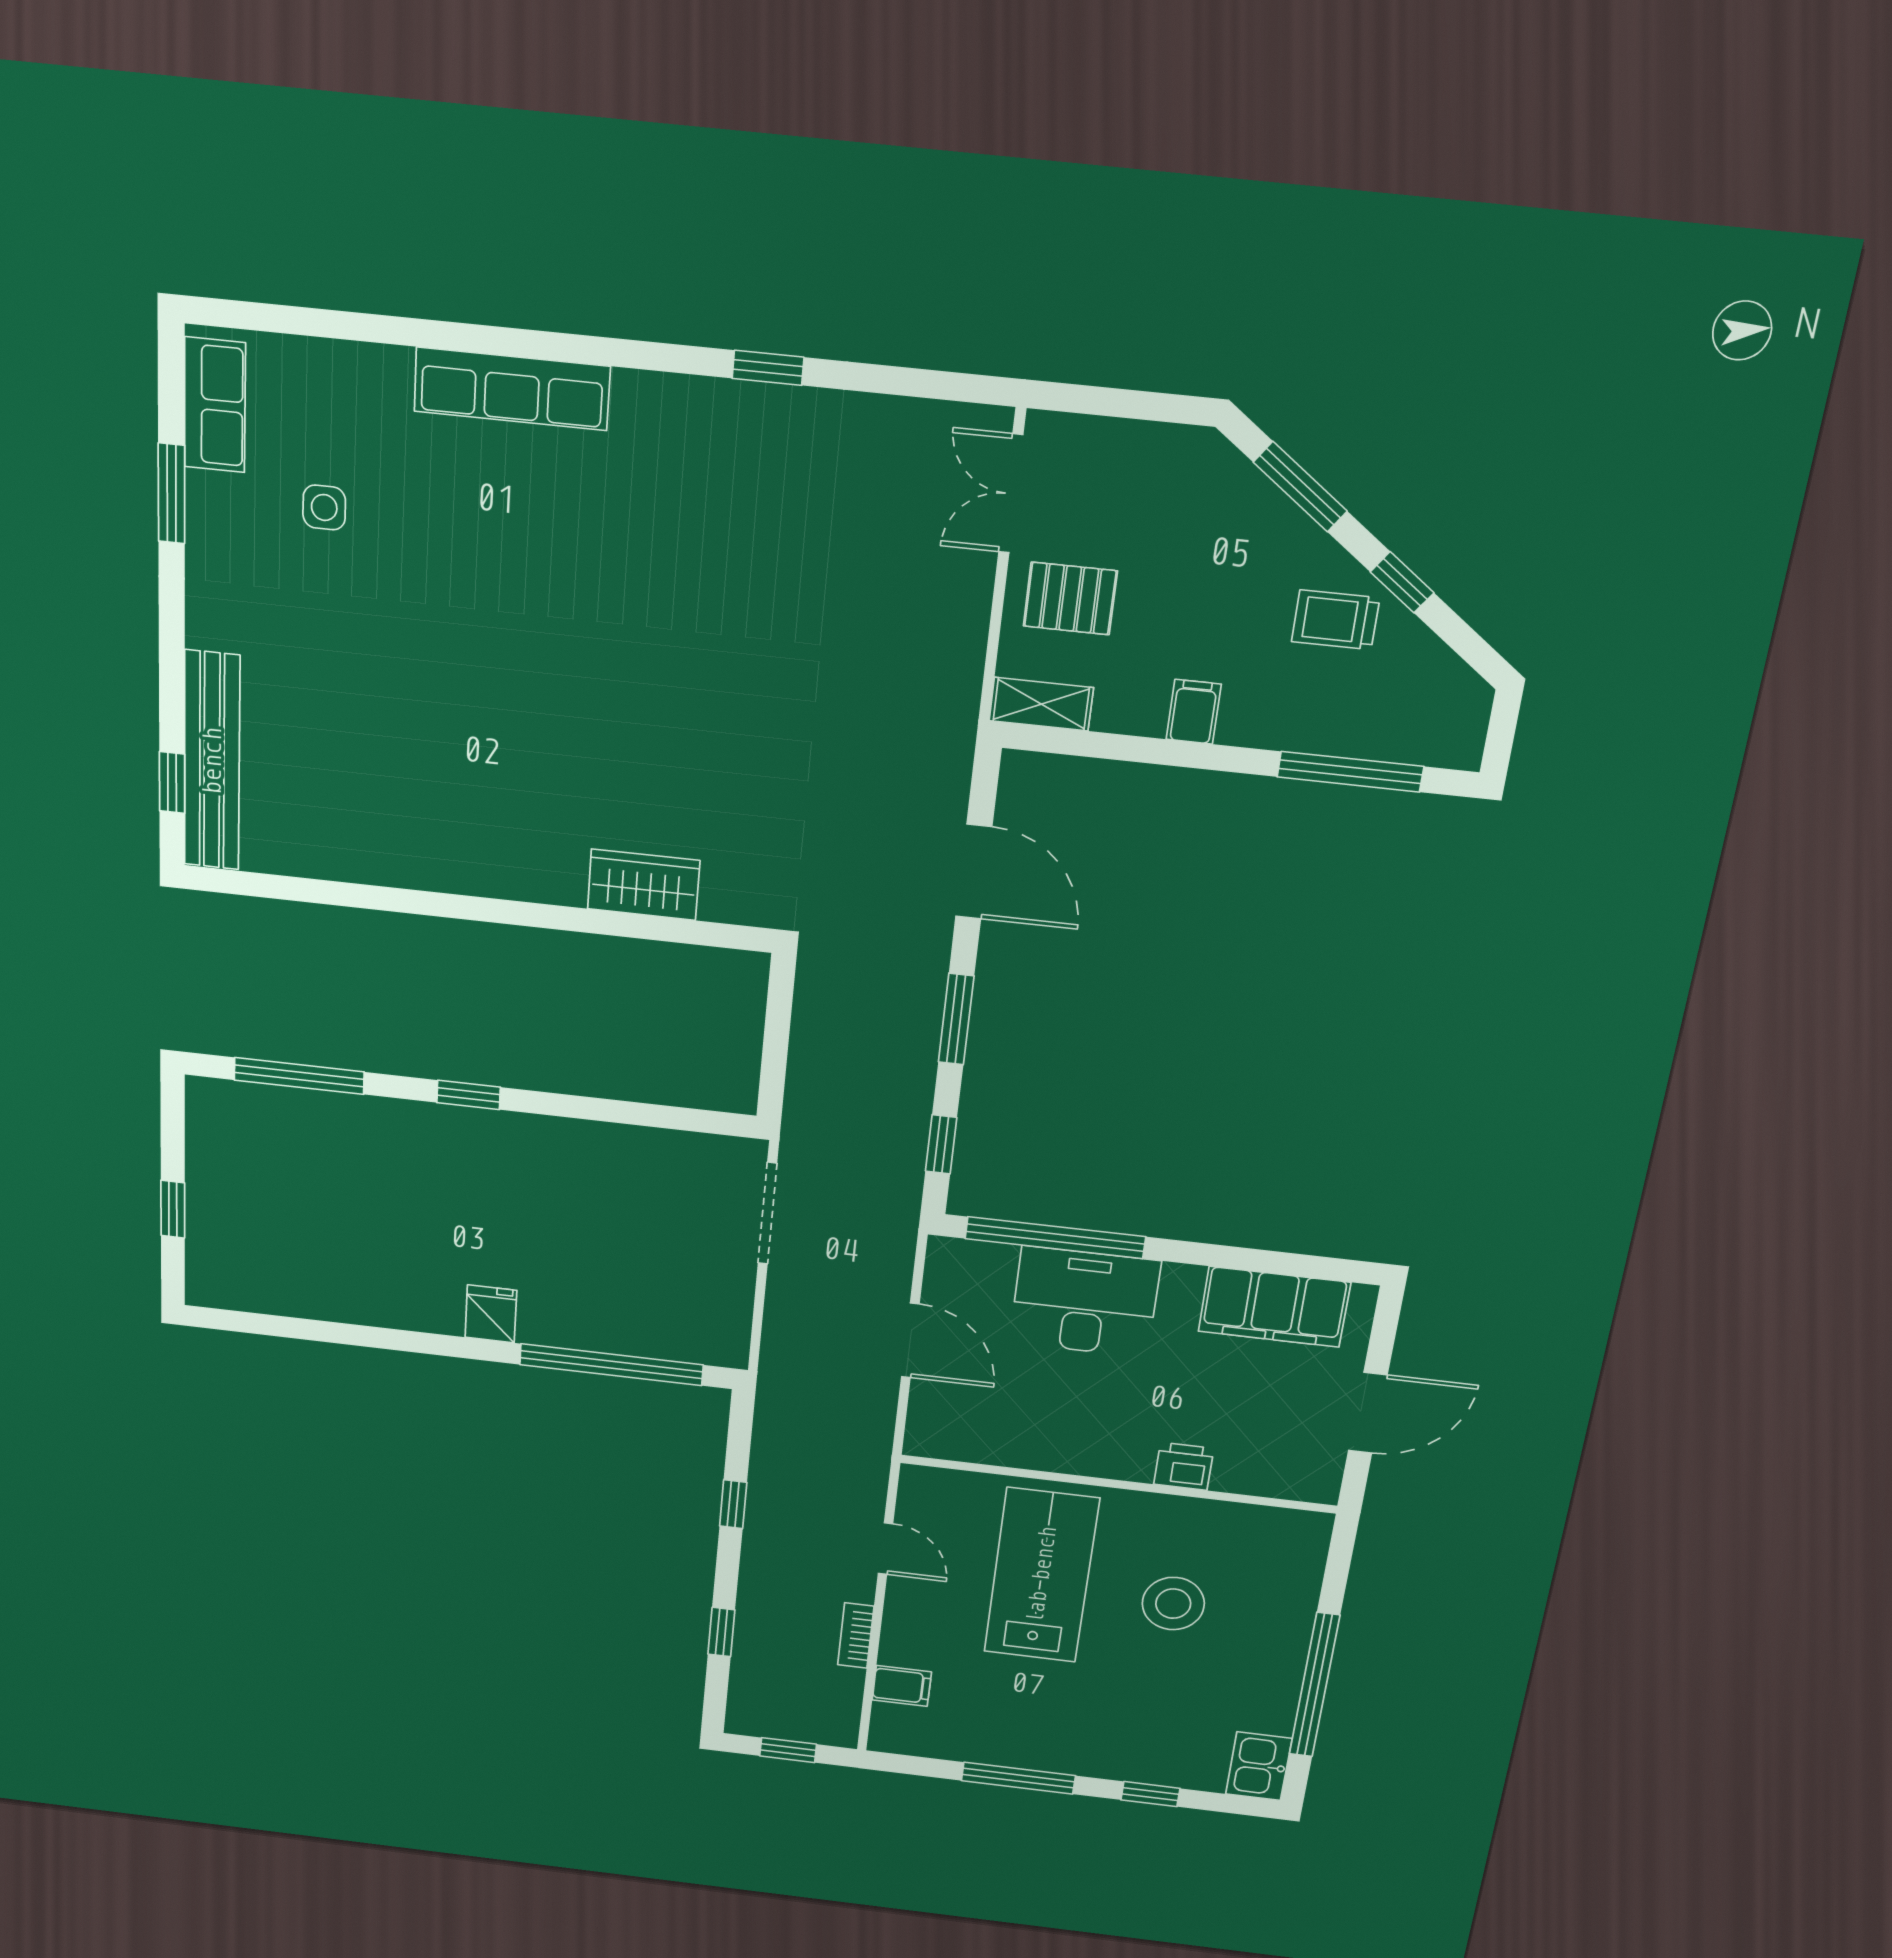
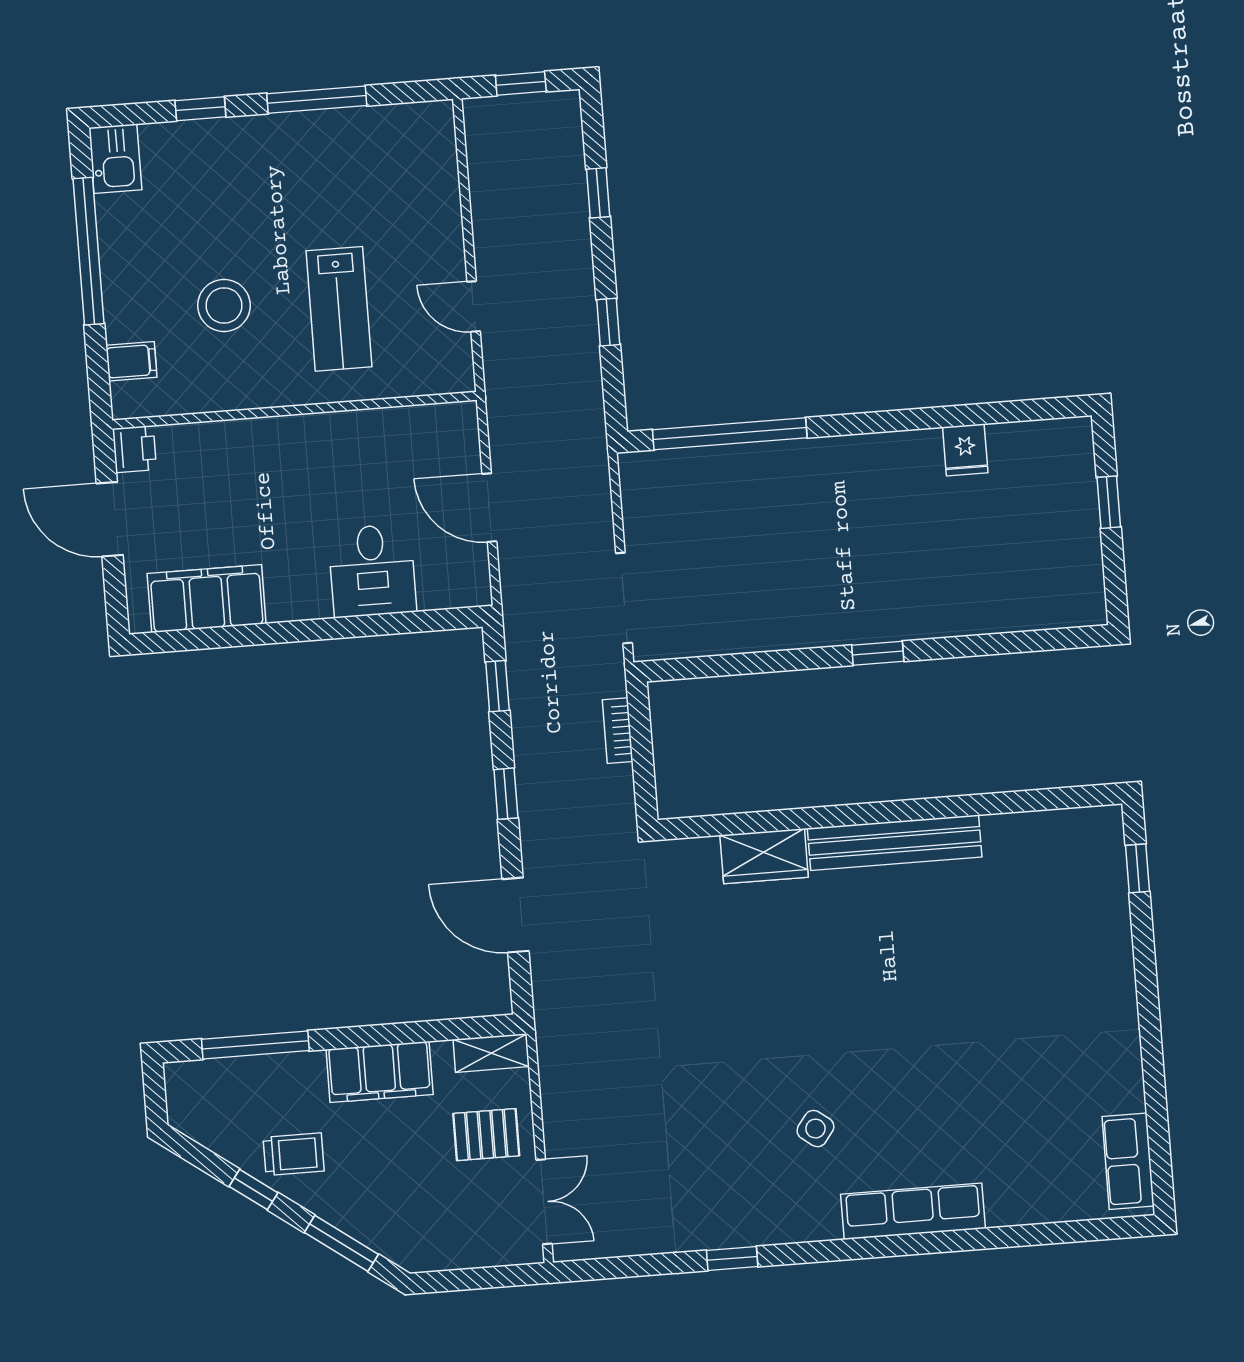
window: (172, 493) -> (1155, 1091), removed
side table: (324, 507) -> (815, 1129), moved, turned 37
filing cabinet: (1194, 712) -> (380, 1072), width x3.00, depth x1.17
bench: (212, 761) -> (895, 843), moved, turned 90
window: (956, 1019) -> (506, 794), width x0.67
window: (299, 1076) -> (1016, 642), removed
window: (1055, 1238) -> (392, 624), removed
desk: (1085, 1302) -> (372, 571), width x0.73
fridge: (491, 1314) -> (965, 450), moved
door: (1368, 1413) -> (110, 519), hinge flipped
printer: (1184, 1466) -> (134, 449), moved, turned -90
lab bench: (1041, 1575) -> (339, 309), width x0.73, depth x0.72
bookcase: (856, 1635) -> (618, 731), moved, turned 180
filing cabinet: (902, 1686) -> (131, 361), moved, turned 180

